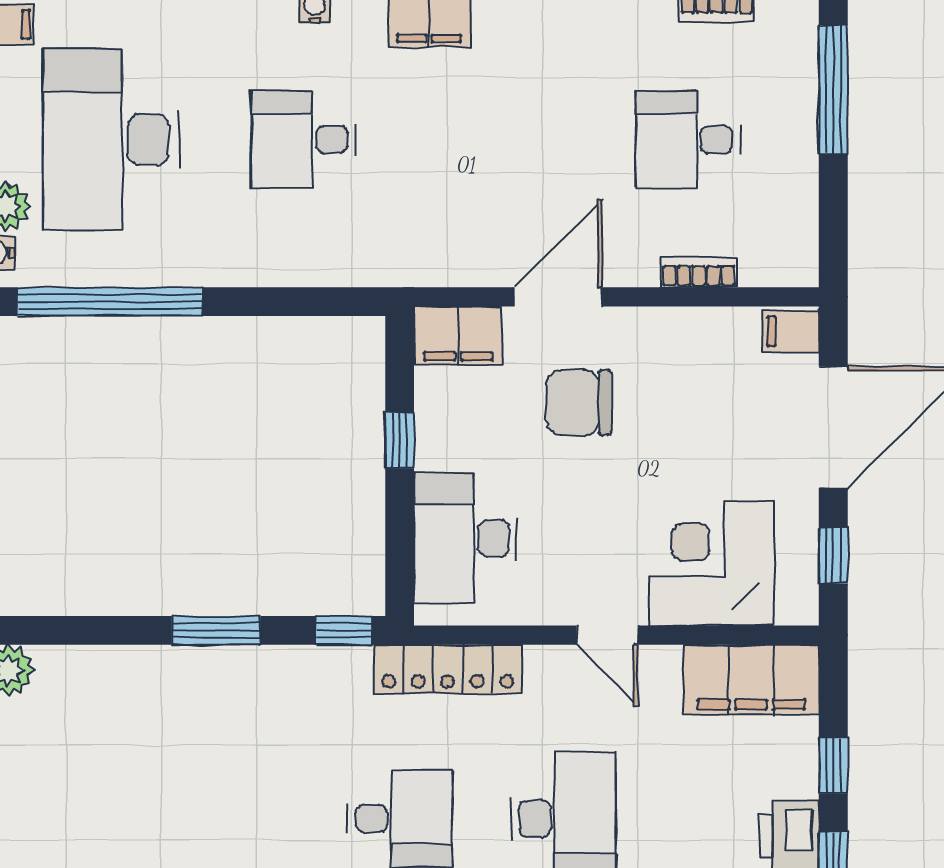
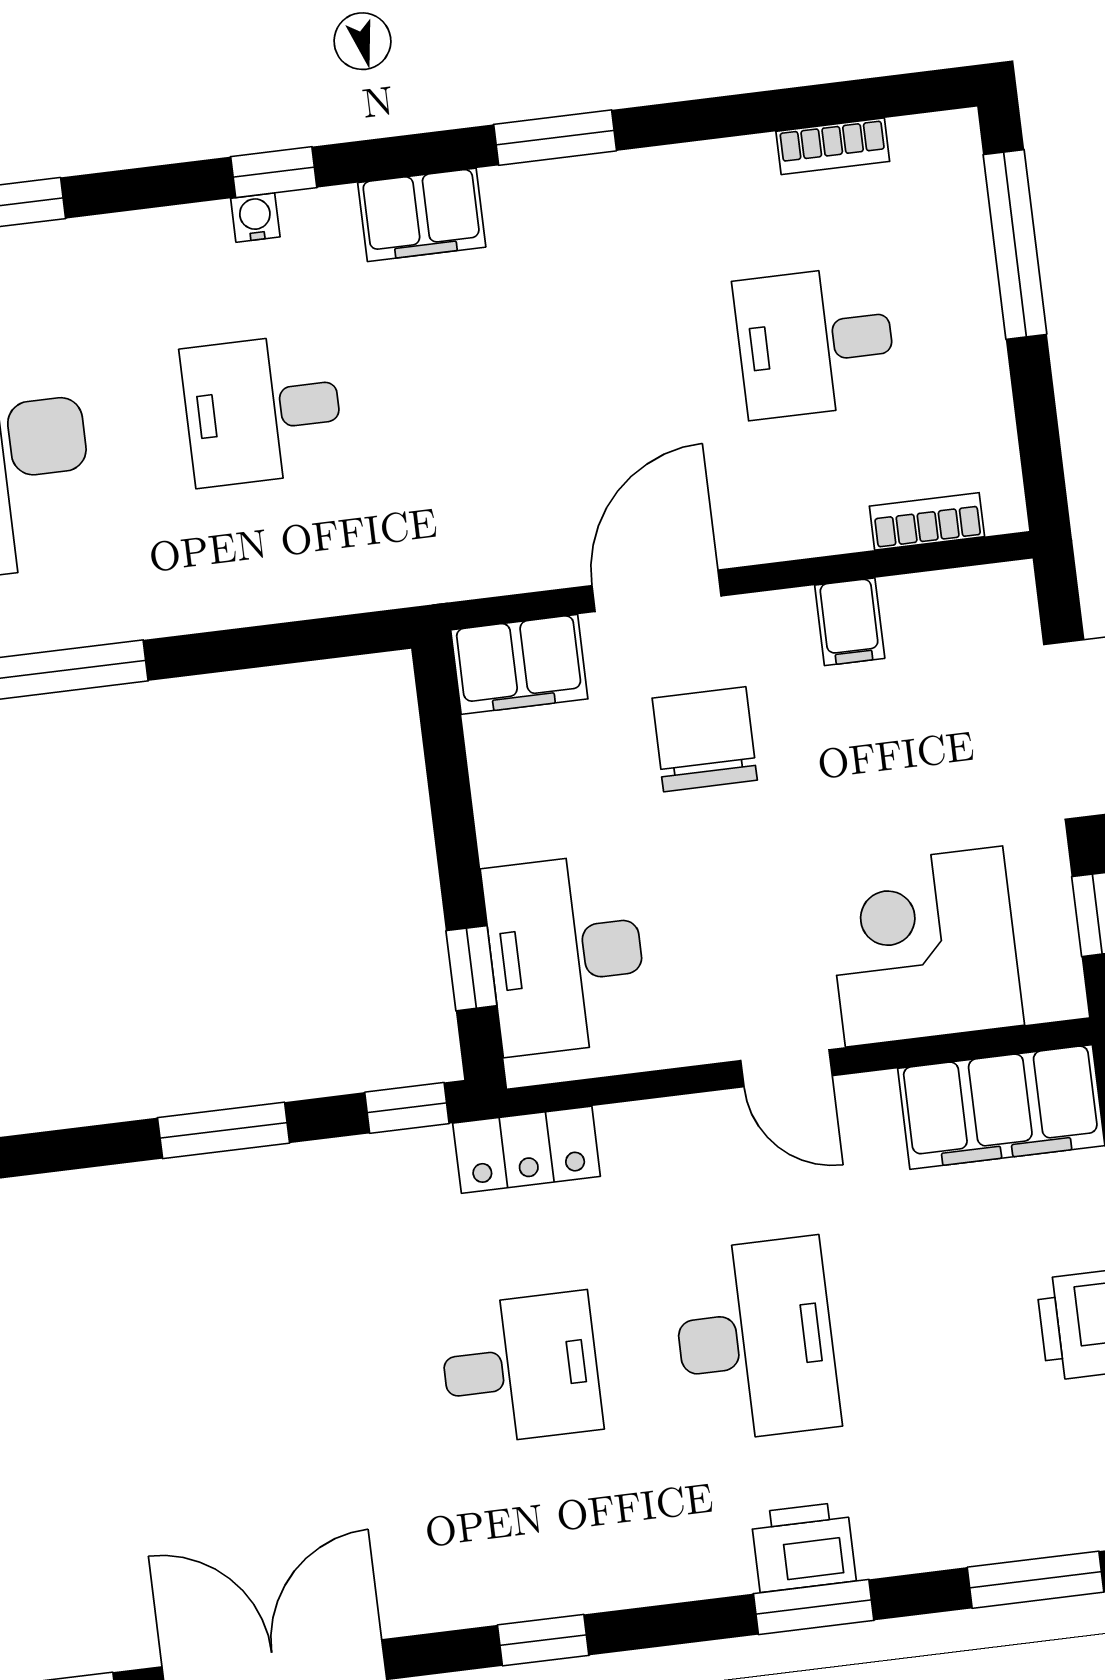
bookcase: (699, 272) -> (927, 521), moved
filing cabinet: (791, 331) -> (850, 622), moved, turned -90
chair: (579, 403) -> (705, 739), turned 90
window: (400, 440) -> (471, 968), moved
locker: (448, 669) -> (527, 1150), width x0.66

